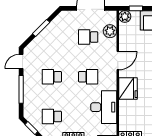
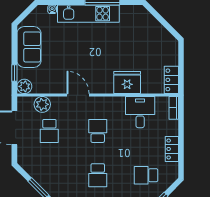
fridge: (128, 88) -> (127, 82), moved
desk: (104, 107) -> (140, 112), width x0.73
school desk: (52, 116) -> (146, 175), turned 90

